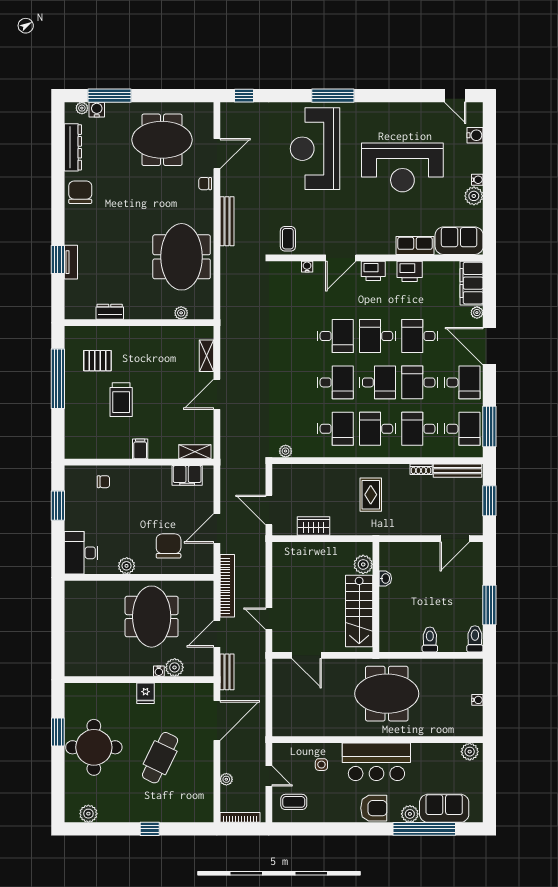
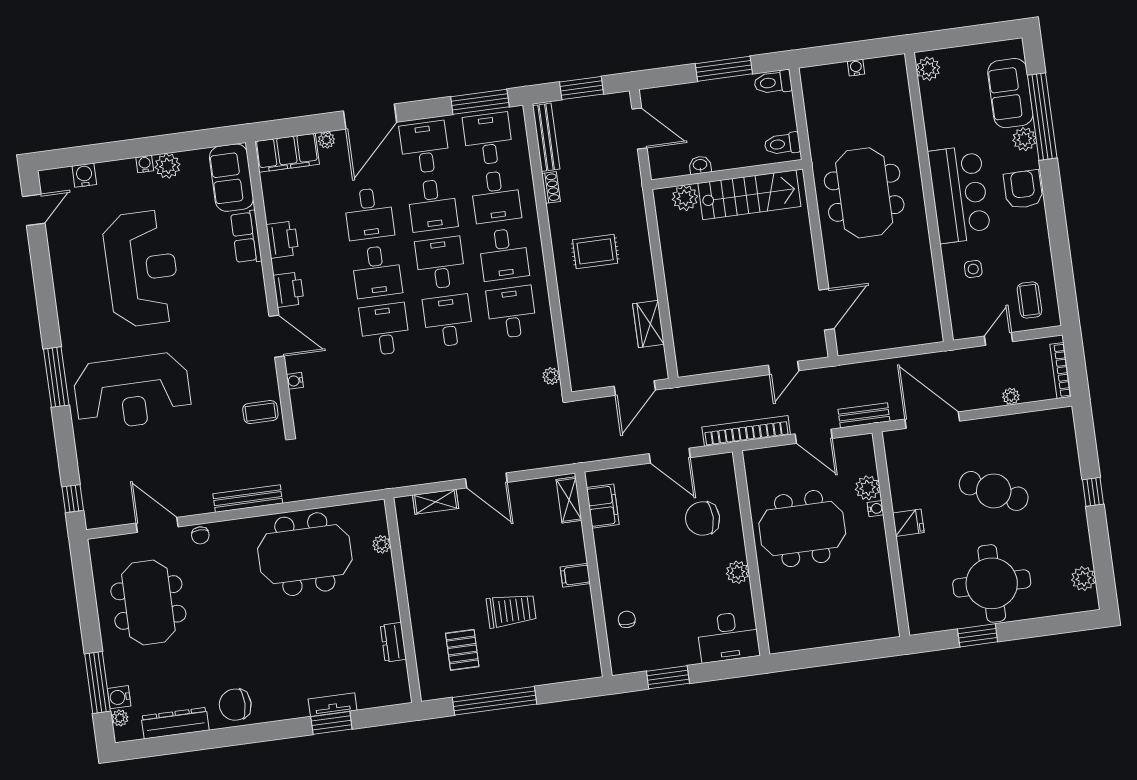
plant: (363, 564) -> (685, 198), moved
washbasin: (385, 578) -> (700, 165), moved
wall: (376, 597) -> (727, 174), moved
stairs: (359, 611) -> (749, 195), moved

